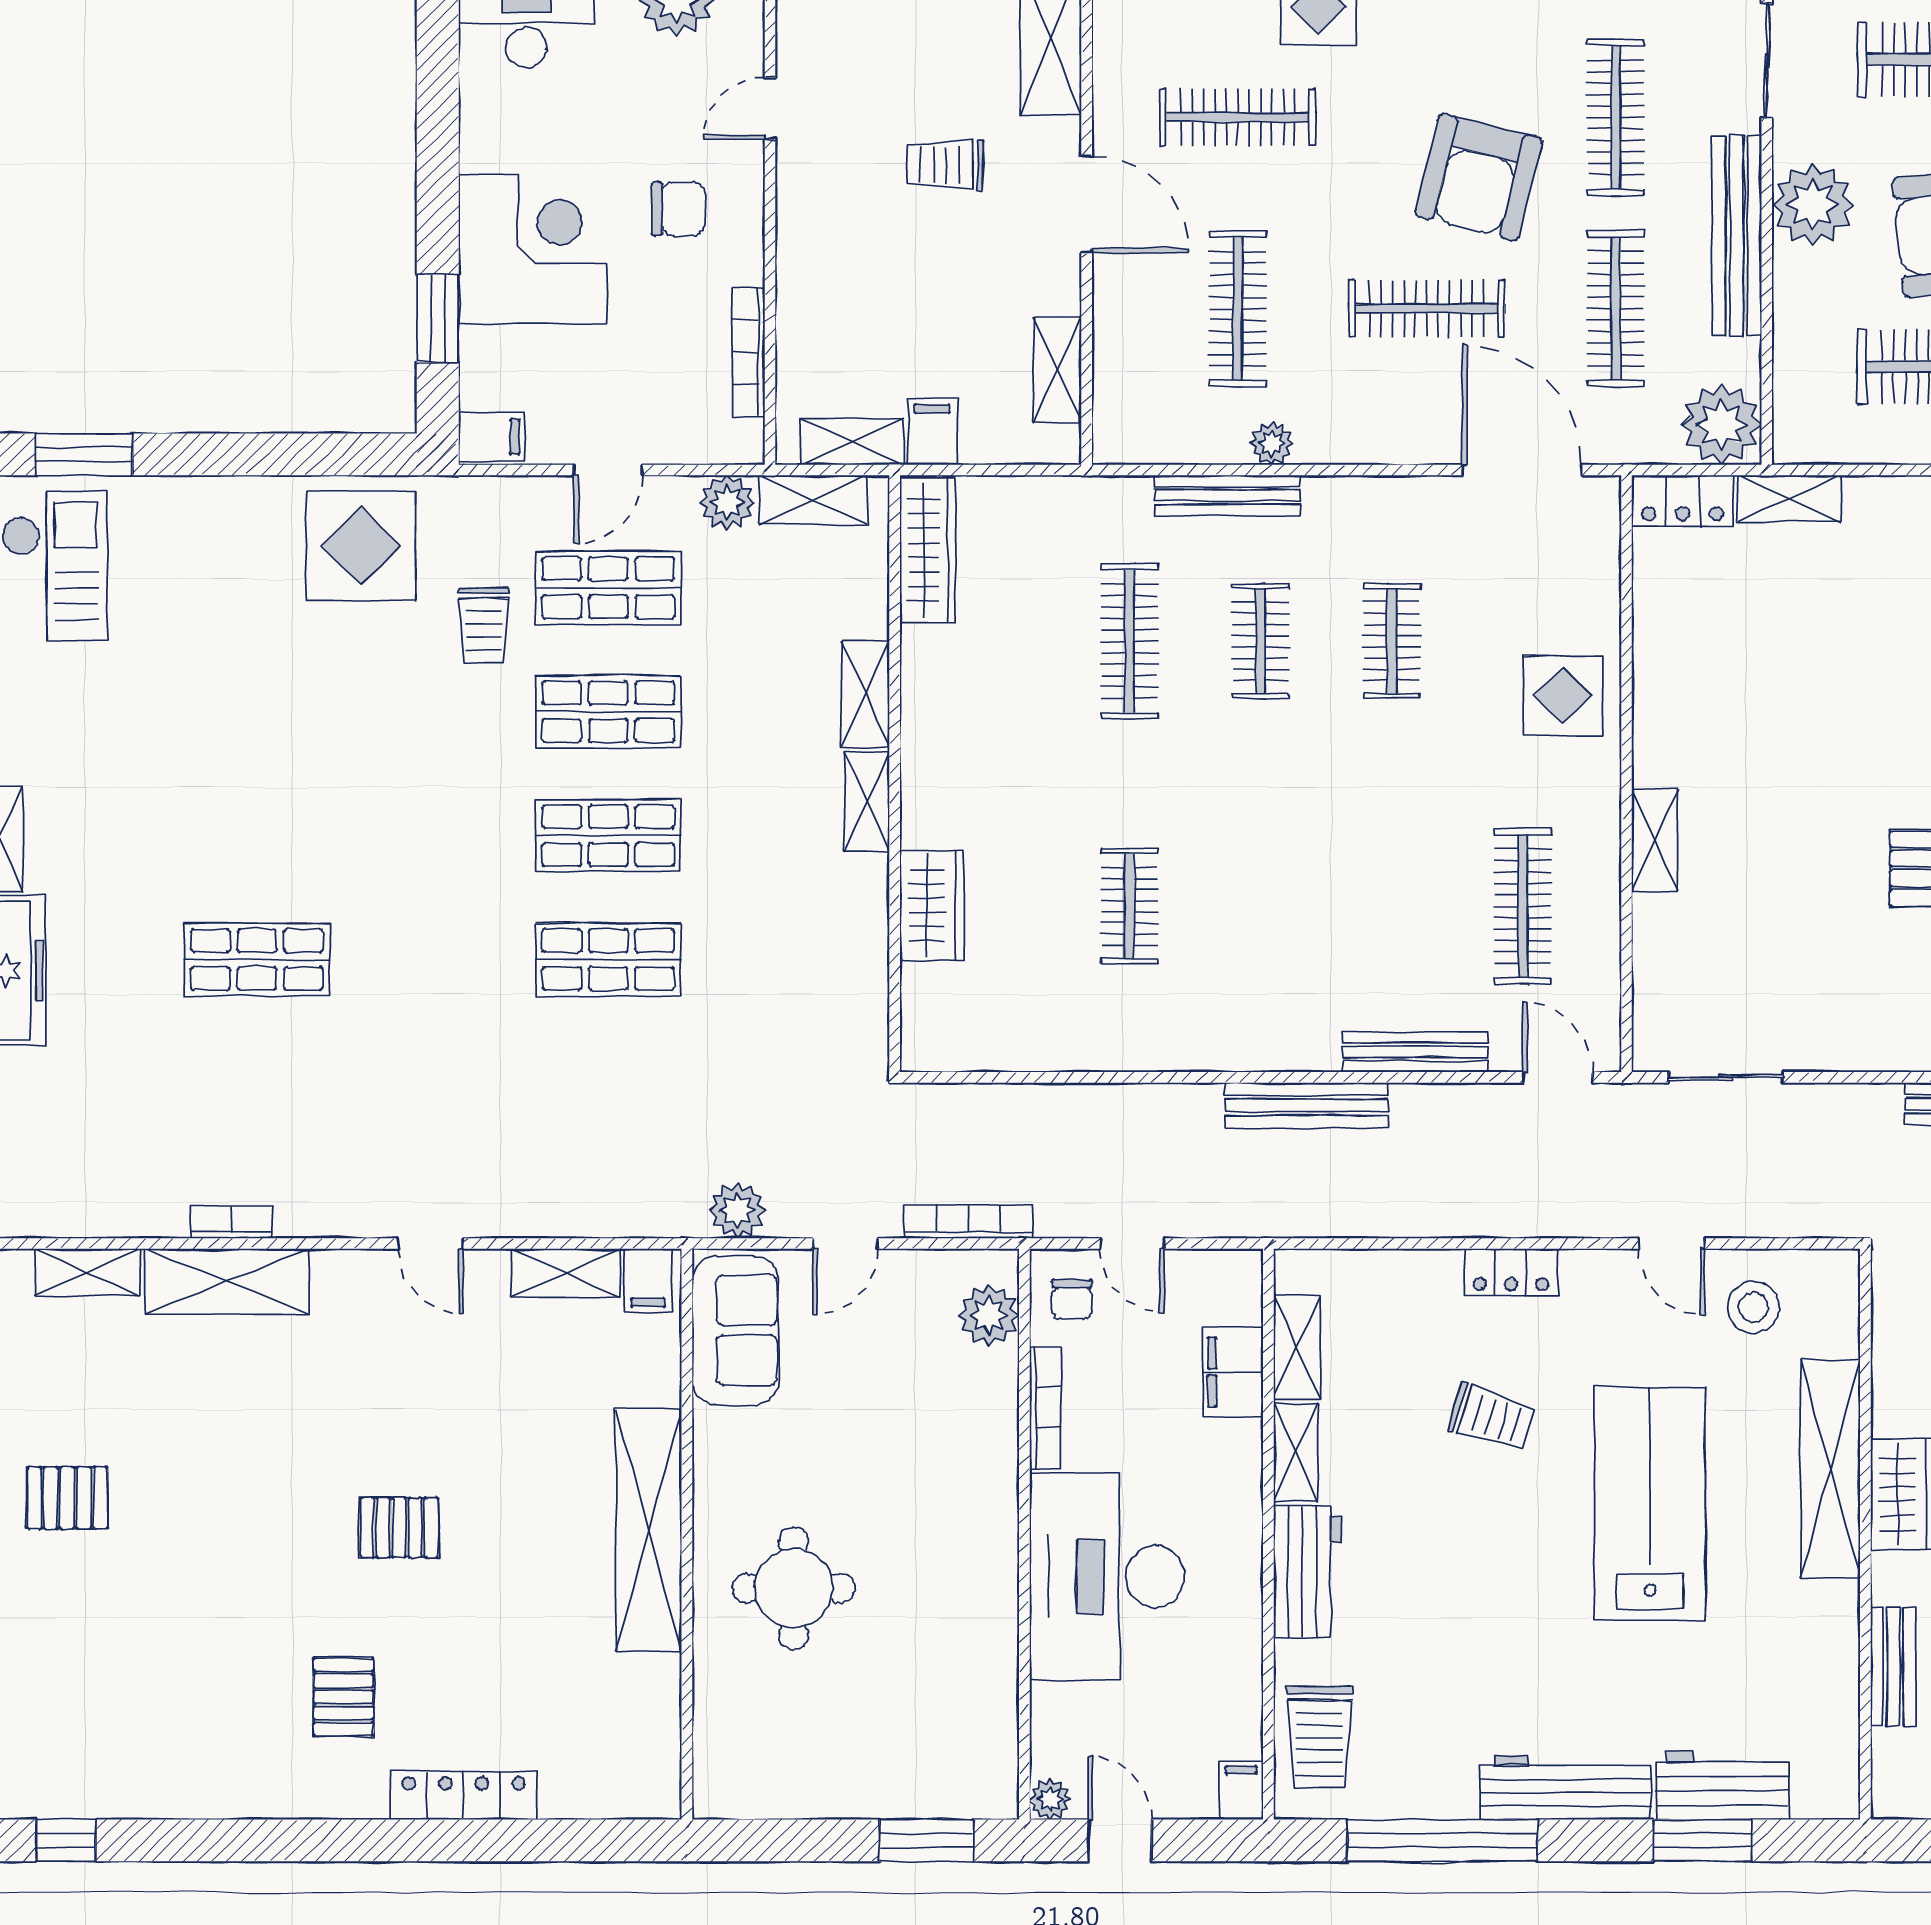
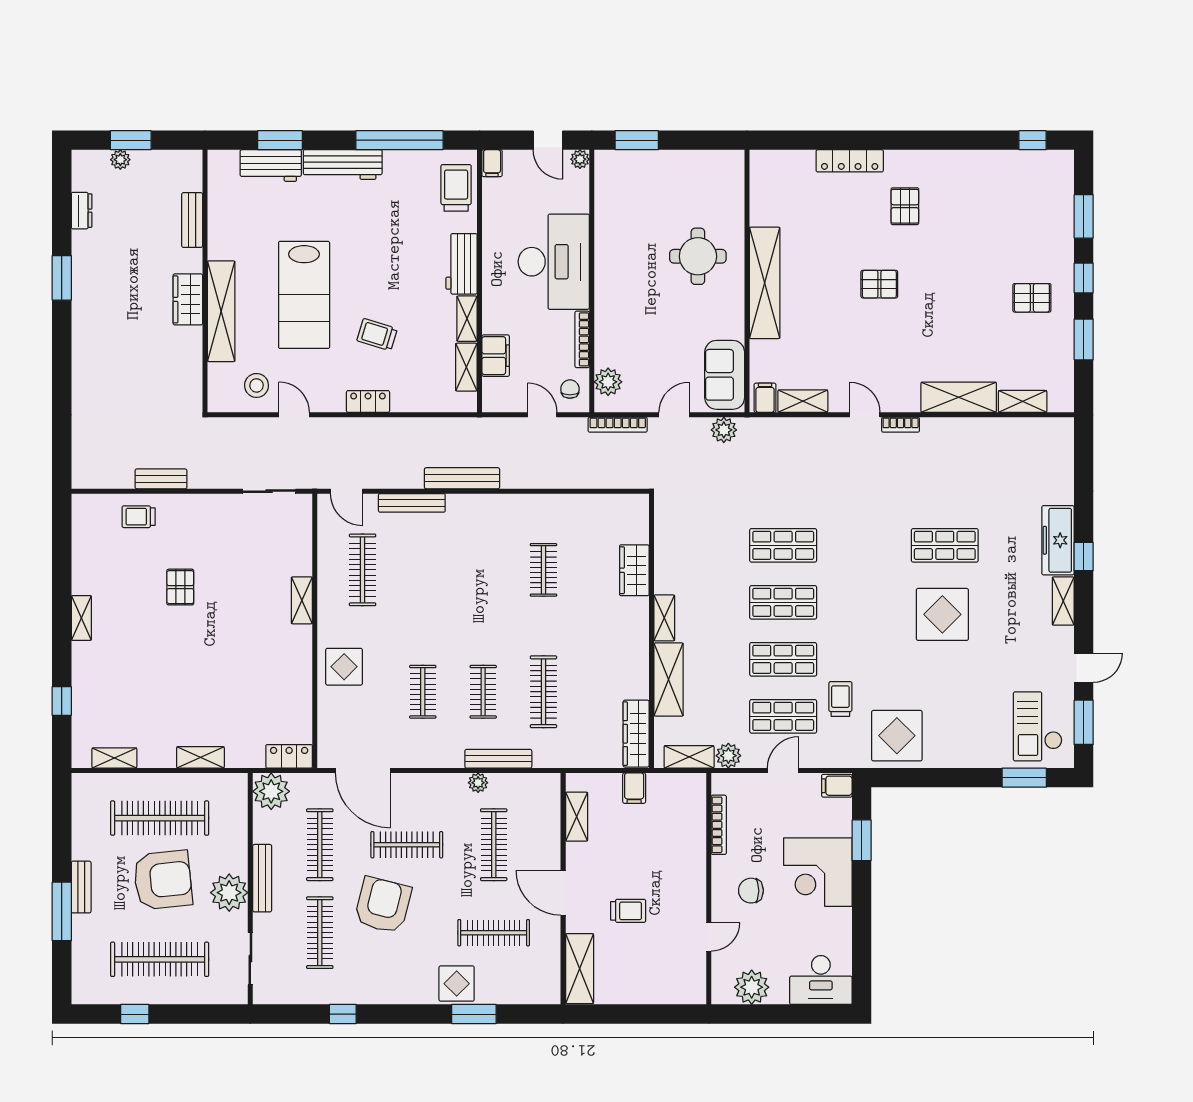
bench: (1737, 236) -> (262, 878), width x0.73, depth x0.82
shelving: (852, 442) -> (671, 784), removed
shelving: (1789, 498) -> (200, 757), moved
shelving: (865, 694) -> (669, 680), width x1.50, depth x1.33
display table: (262, 809) -> (942, 614), added
bookcase: (232, 1222) -> (901, 425), moved

